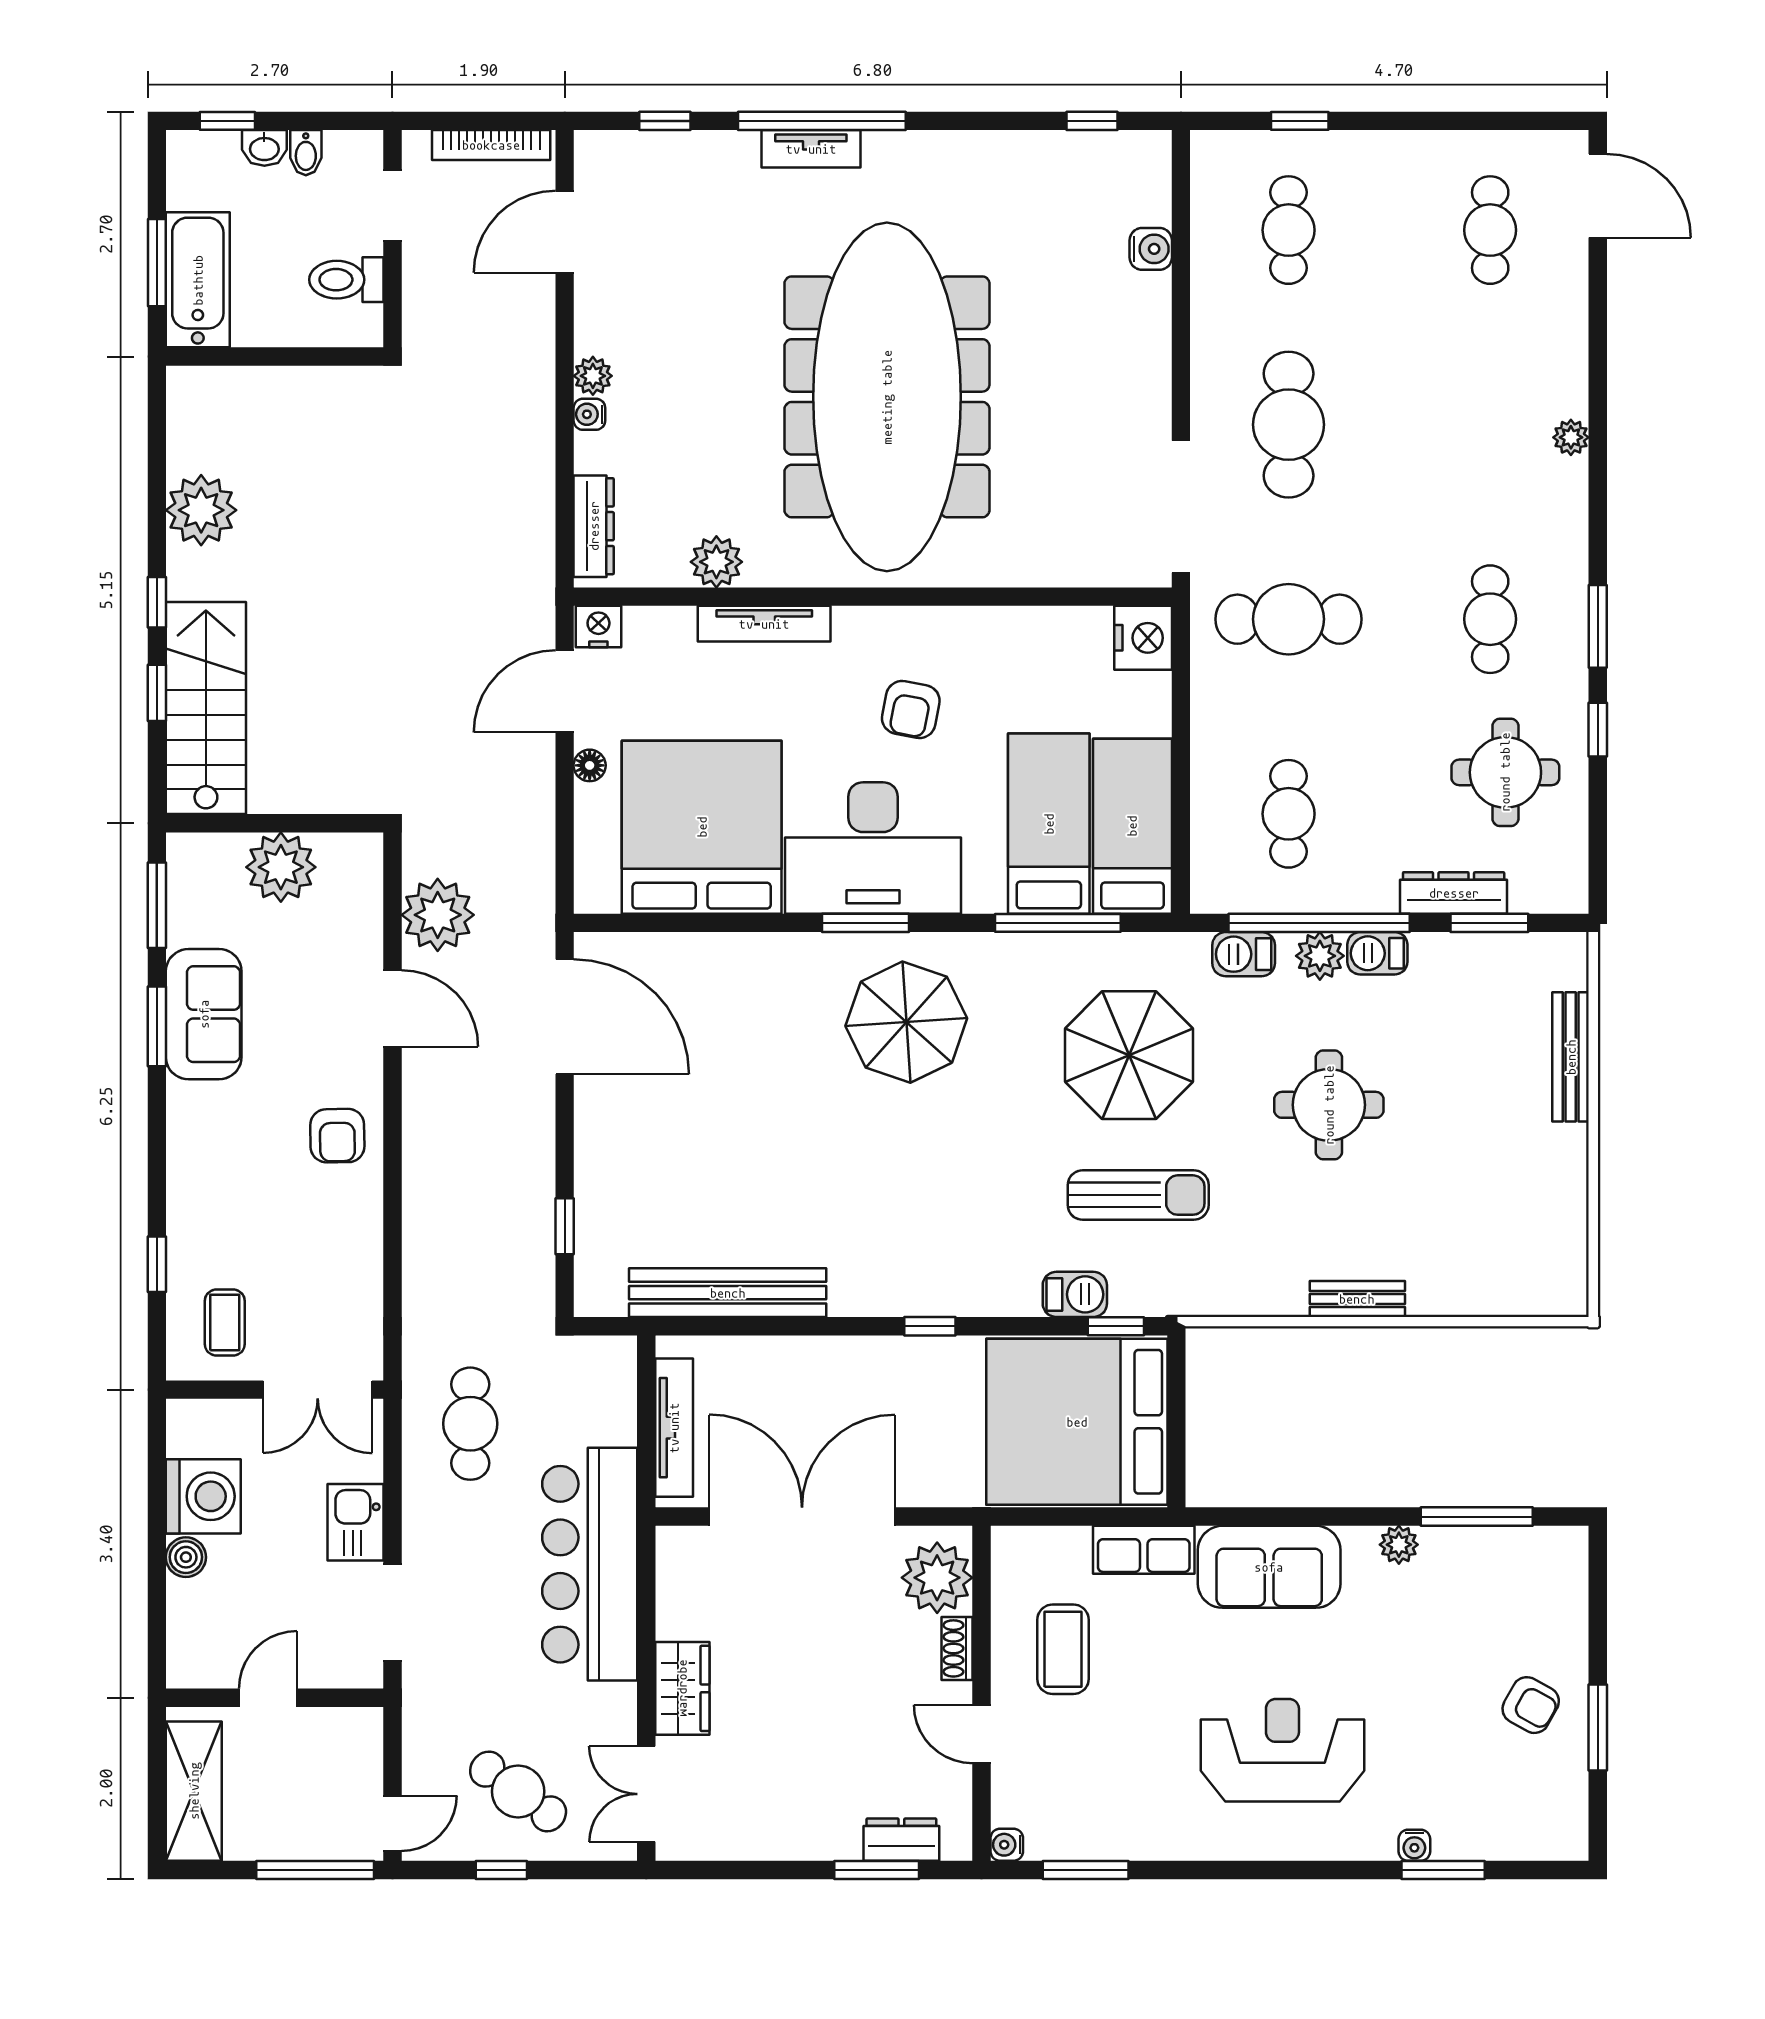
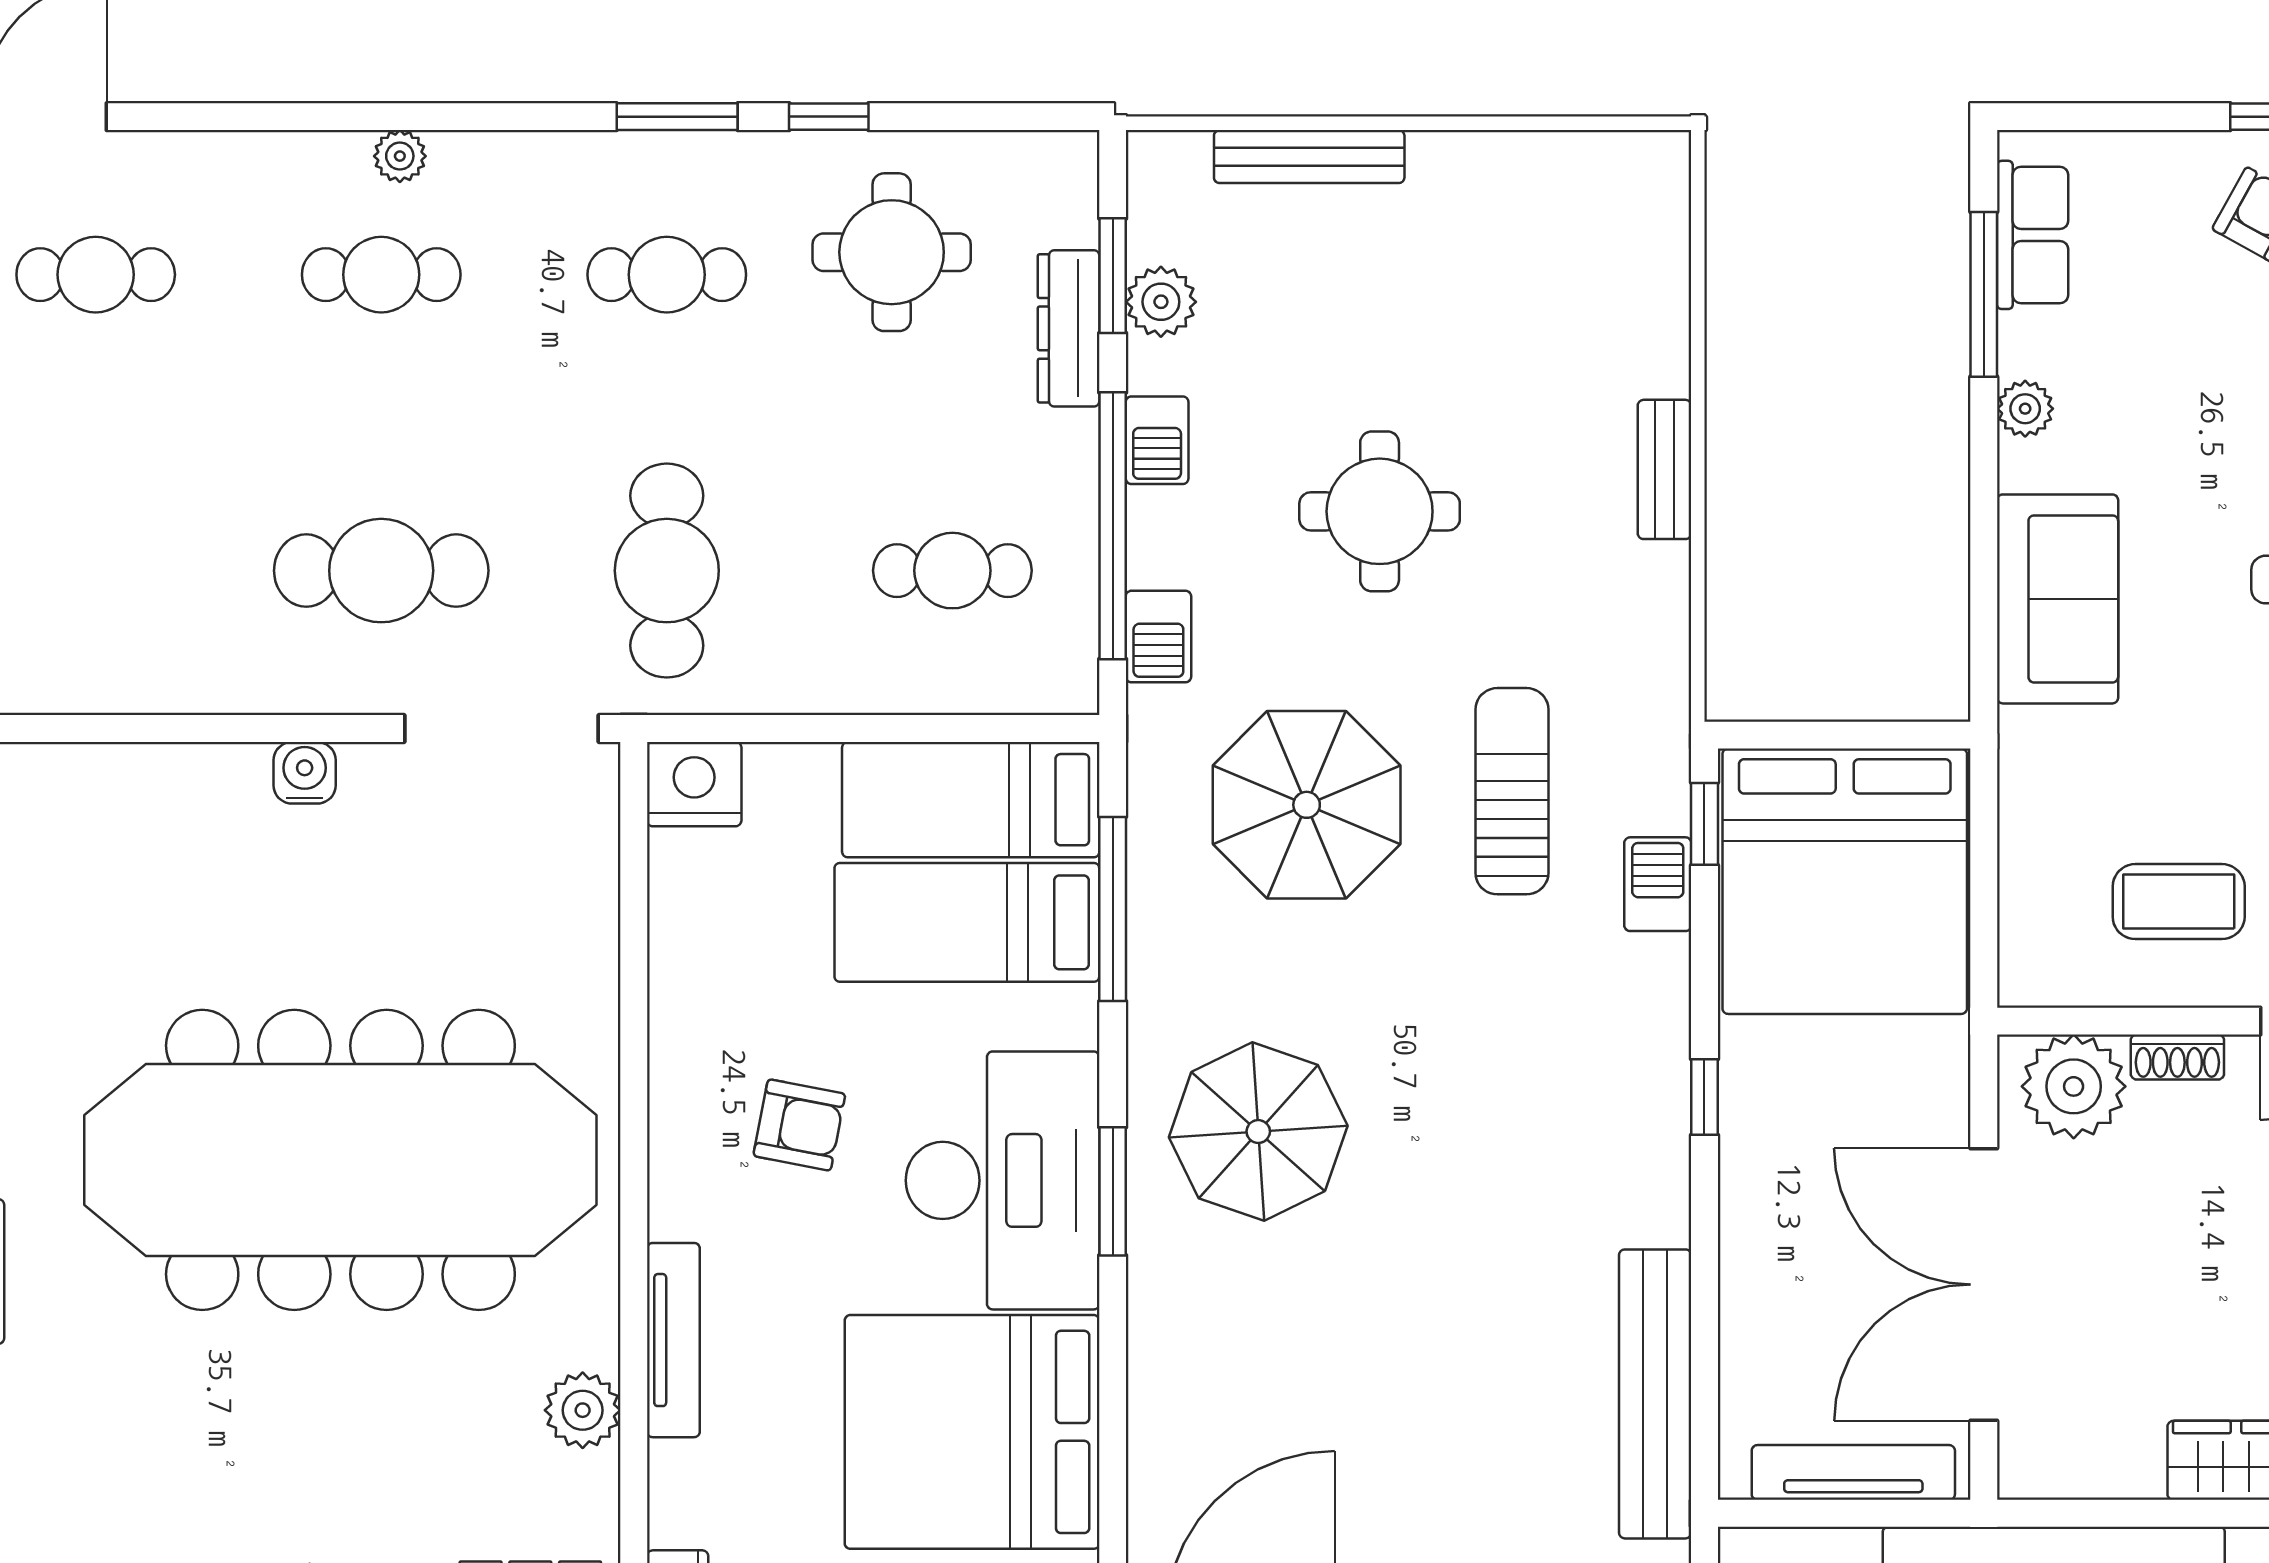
cafe table: (1289, 230) -> (381, 275), moved
water cooler: (1151, 249) -> (305, 773), moved
plant: (1320, 956) -> (1161, 302), moved
row of seats: (1144, 1550) -> (2033, 235), moved

